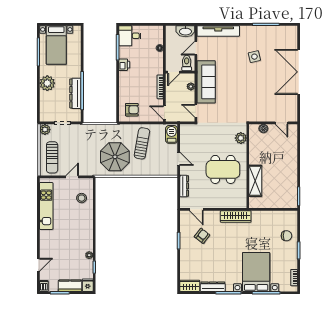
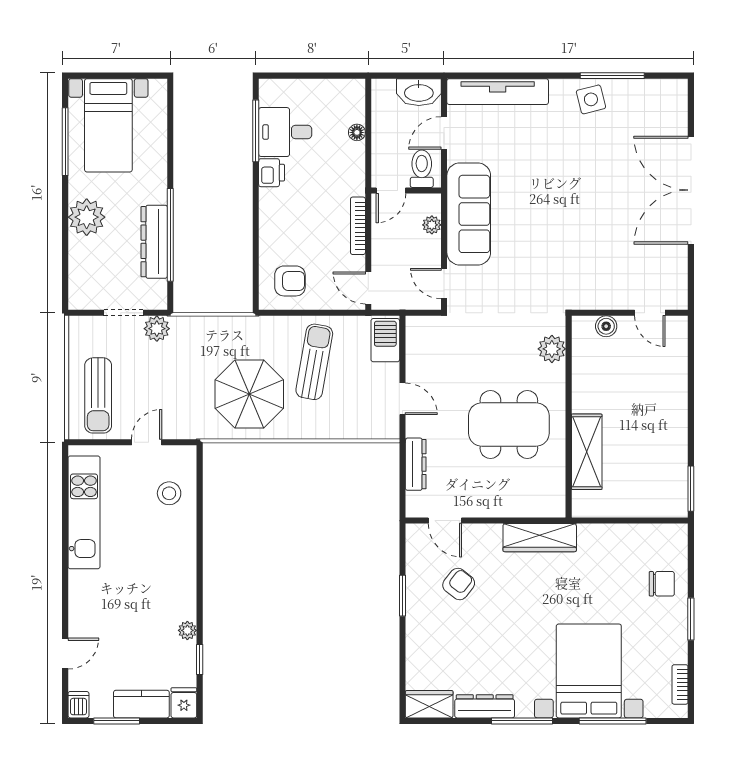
desk: (130, 36) -> (285, 132), moved
side table: (254, 57) -> (591, 99), moved
plant: (45, 130) -> (157, 329), moved

